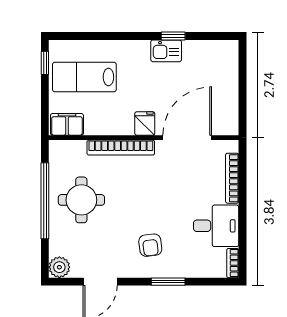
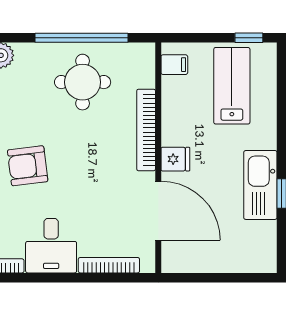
kitchen sink: (166, 51) -> (260, 185), width x1.88, depth x1.24
filing cabinet: (67, 124) -> (174, 65), width x0.50
armchair: (150, 245) -> (28, 166), width x1.38, depth x1.38

